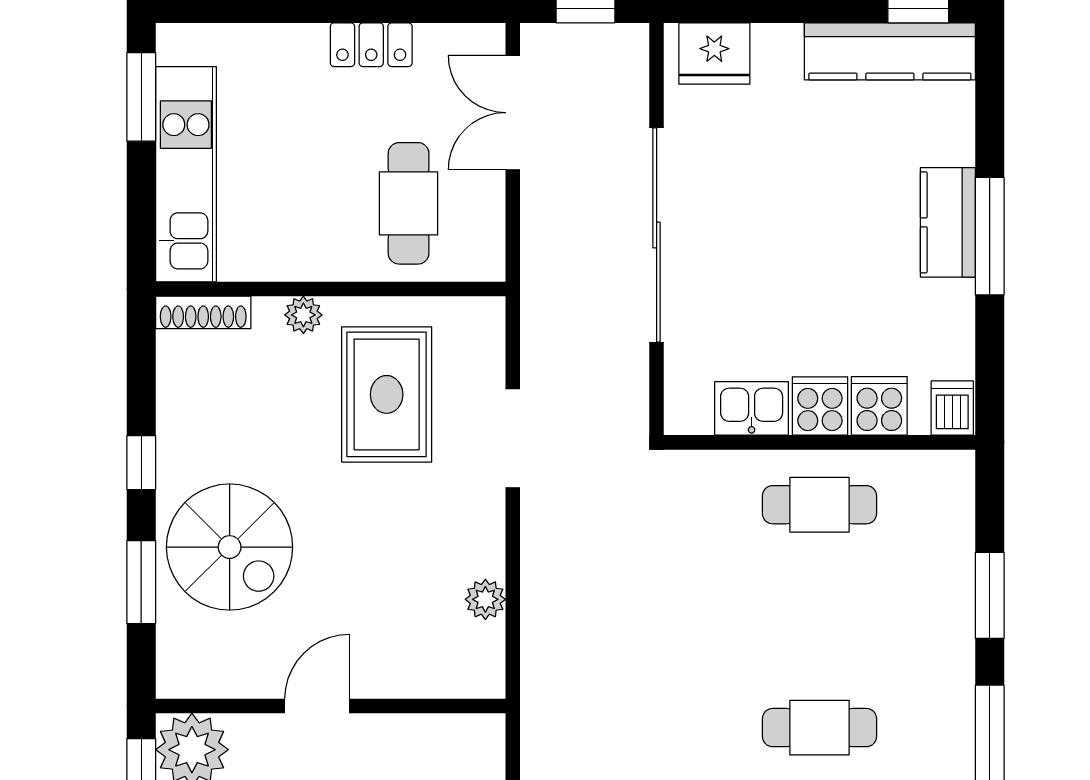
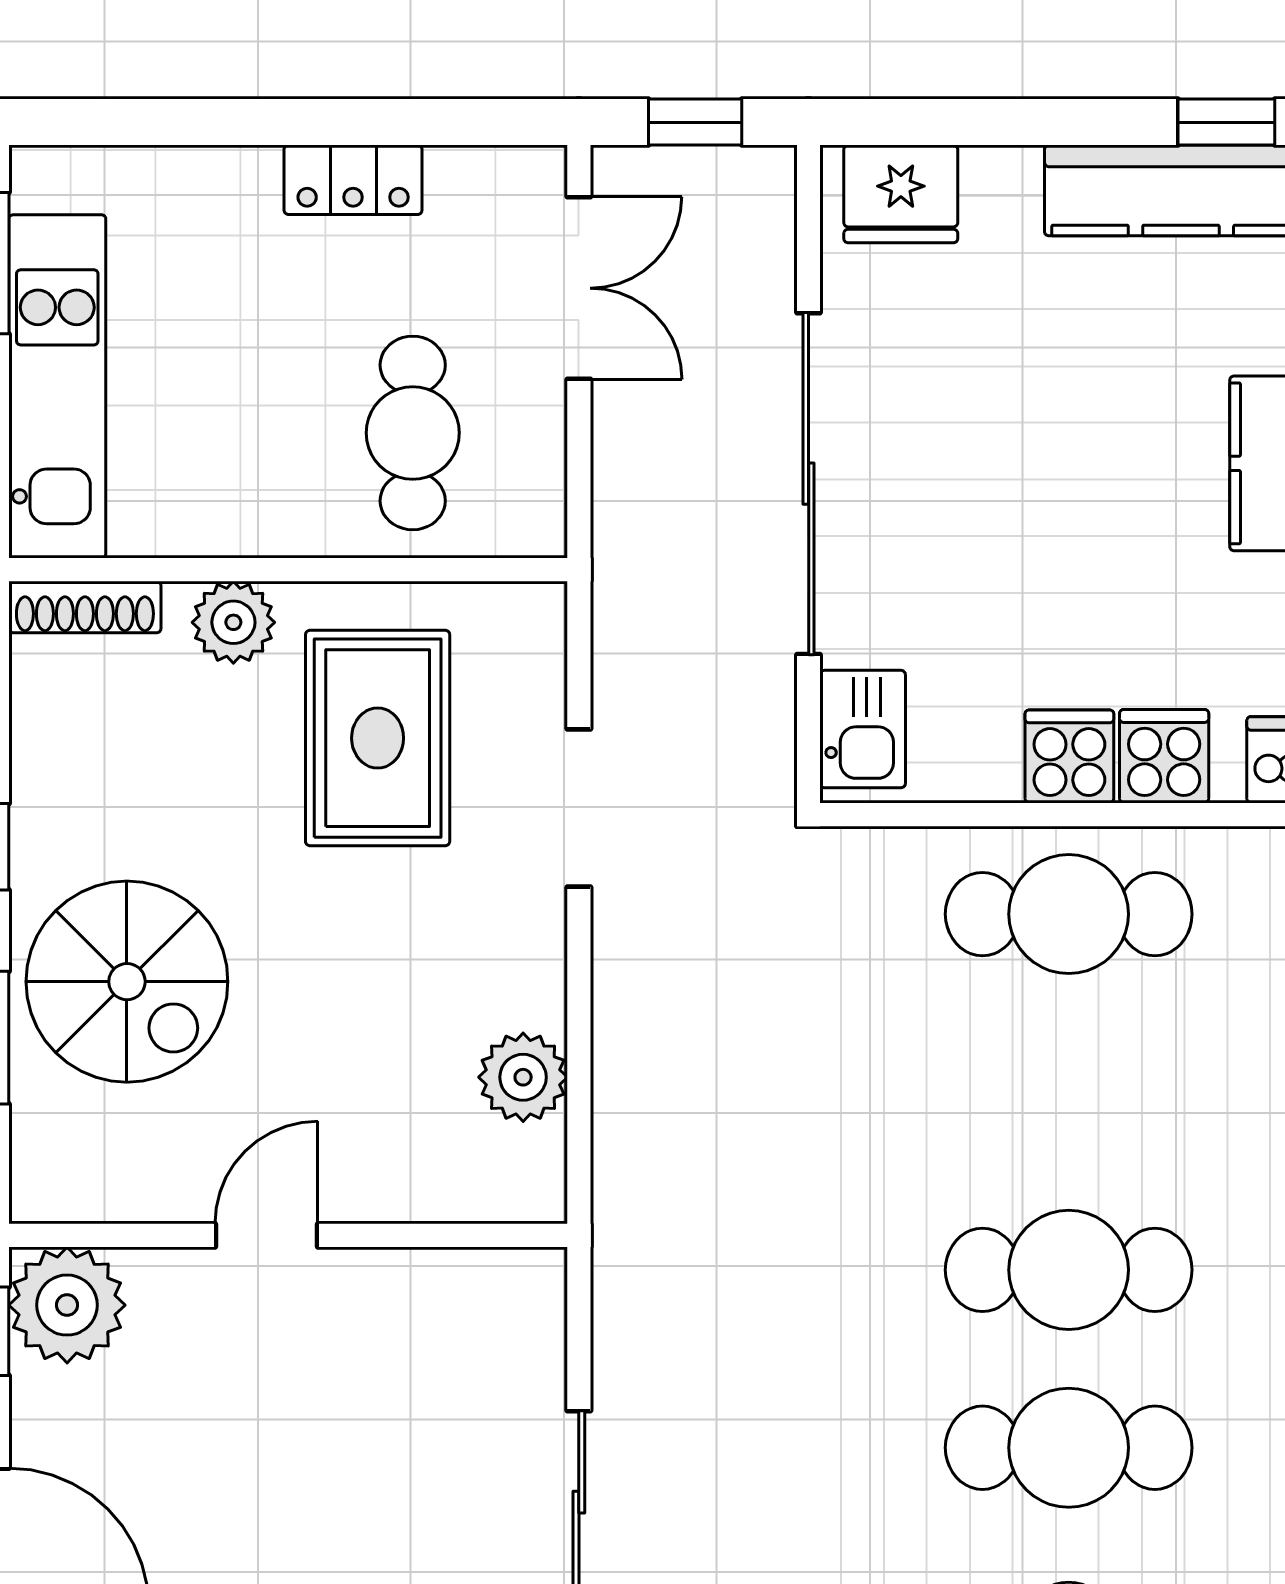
double door: (513, 113) -> (579, 288), swing flipped
plant: (303, 315) -> (233, 622), width x1.38, depth x1.38
kitchen sink: (752, 408) -> (863, 729), moved, turned 90
cafe table: (820, 505) -> (1069, 914), width x1.37, depth x1.35
plant: (485, 599) -> (523, 1077), width x1.38, depth x1.38
cafe table: (820, 728) -> (1069, 1270), width x1.37, depth x1.35

